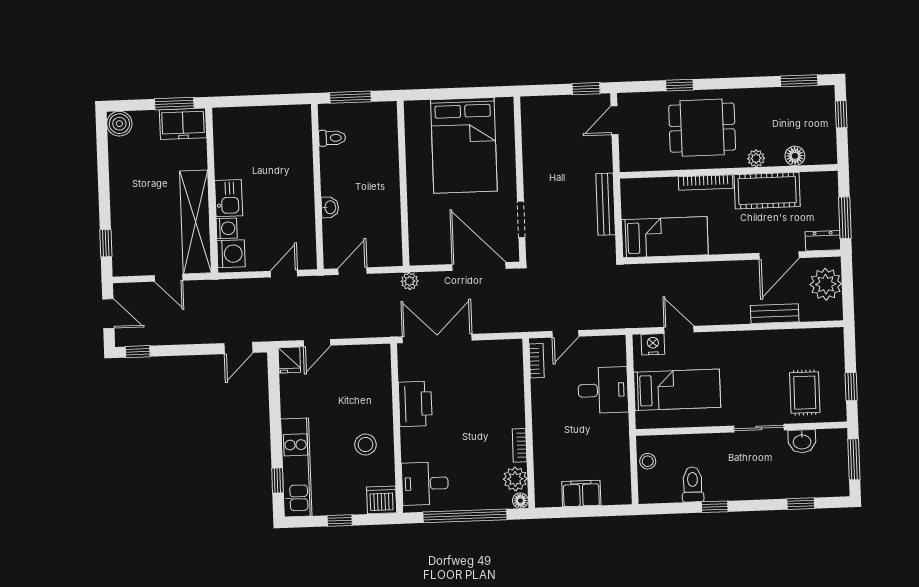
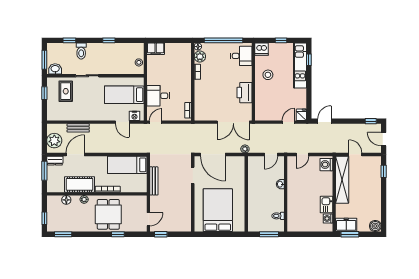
dining table: (702, 128) -> (108, 214), turned 90
kitchen sink: (229, 198) -> (326, 205), moved
washing machine: (227, 228) -> (328, 218), moved
door: (565, 334) -> (156, 122), moved
washbasin: (802, 441) -> (55, 69), moved
toilet: (693, 484) -> (81, 51), moved
filing cabinet: (581, 493) -> (156, 49), moved

